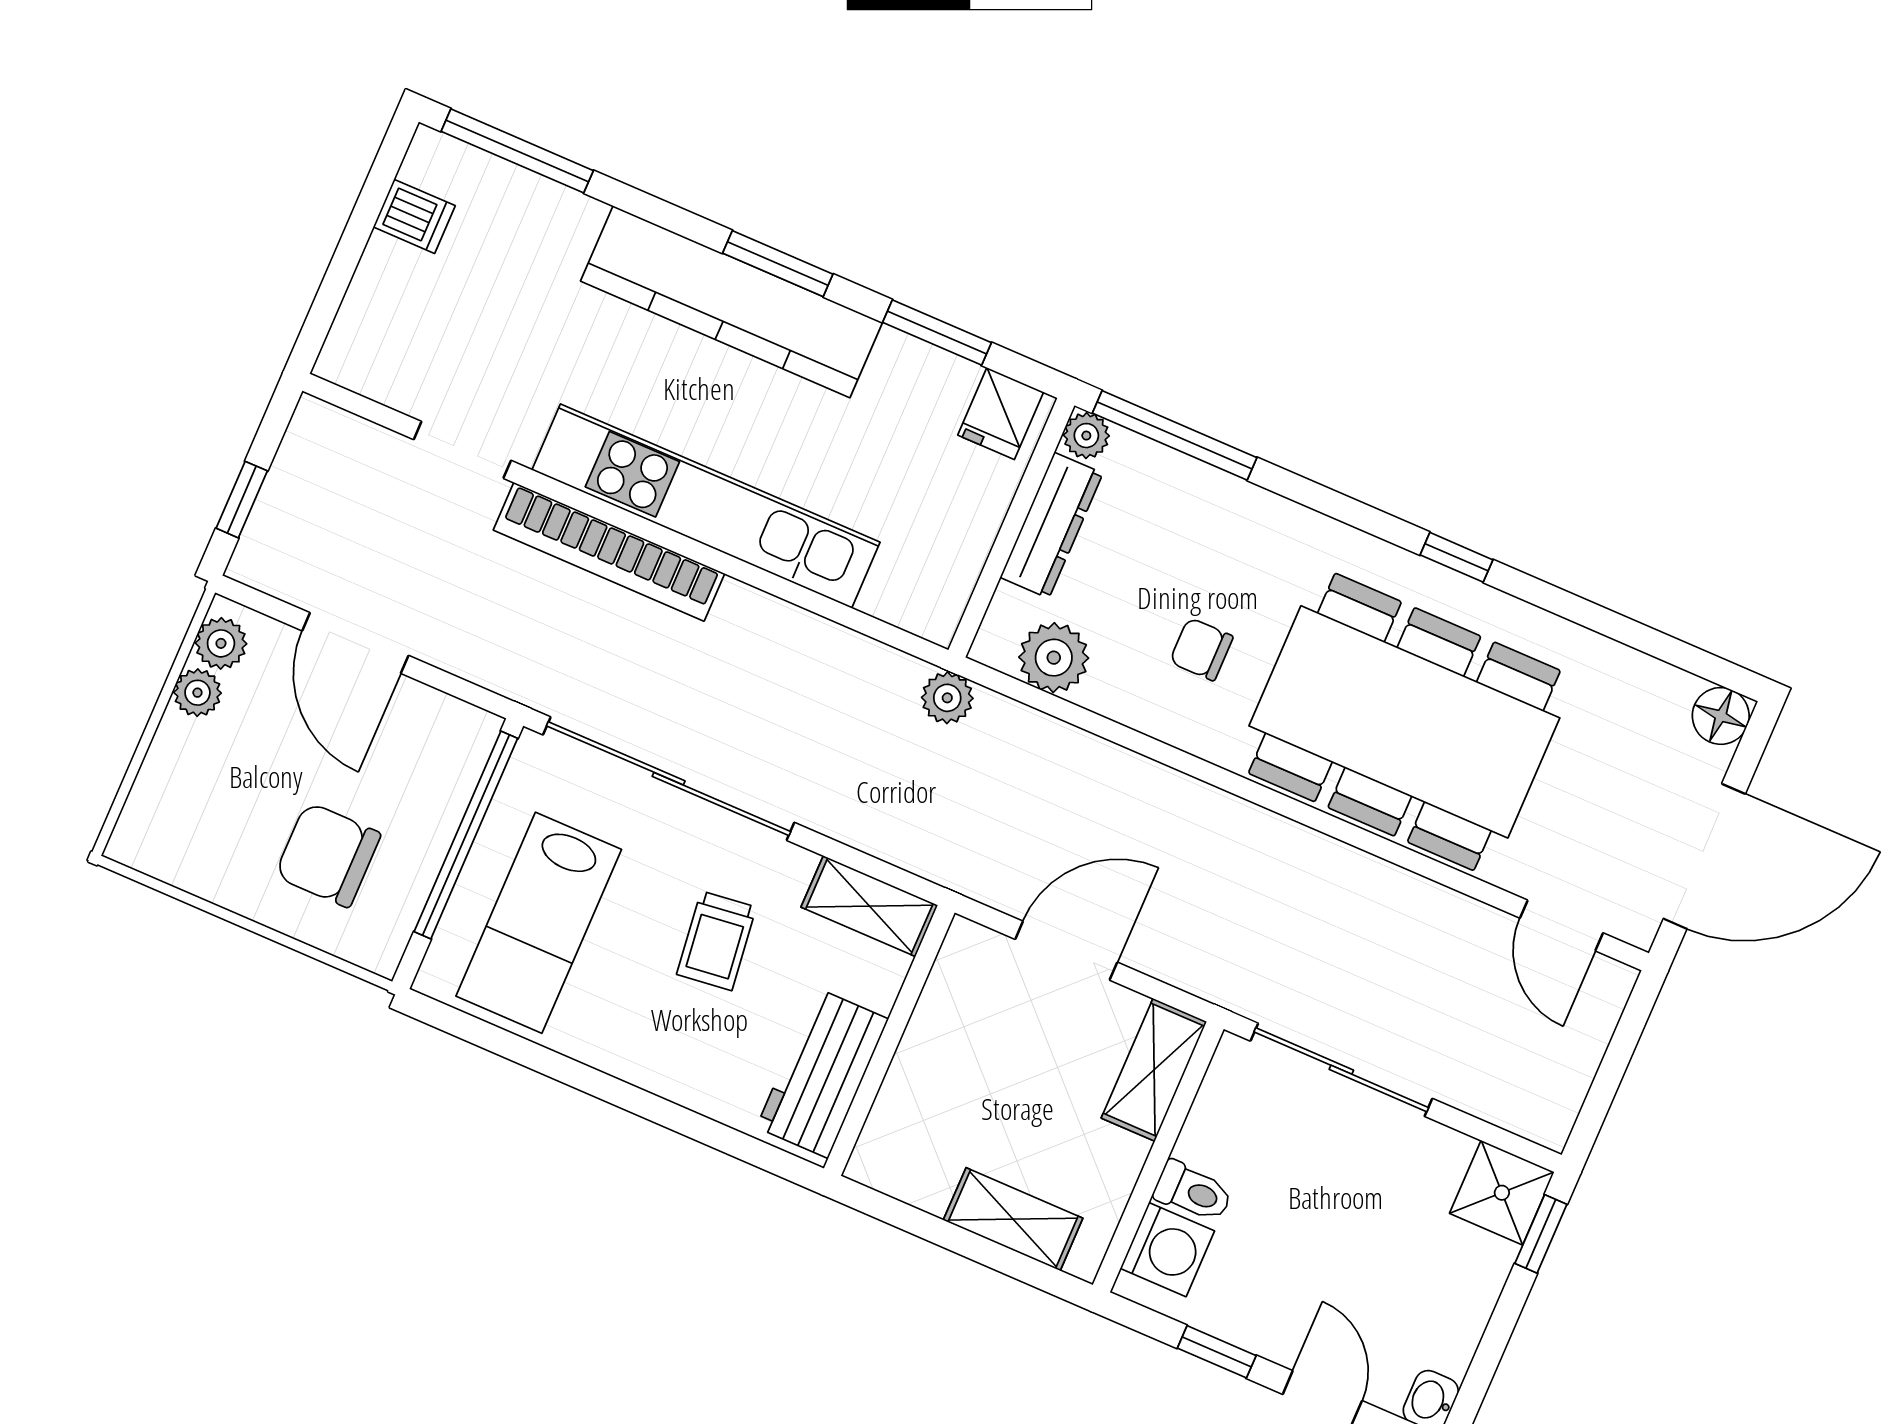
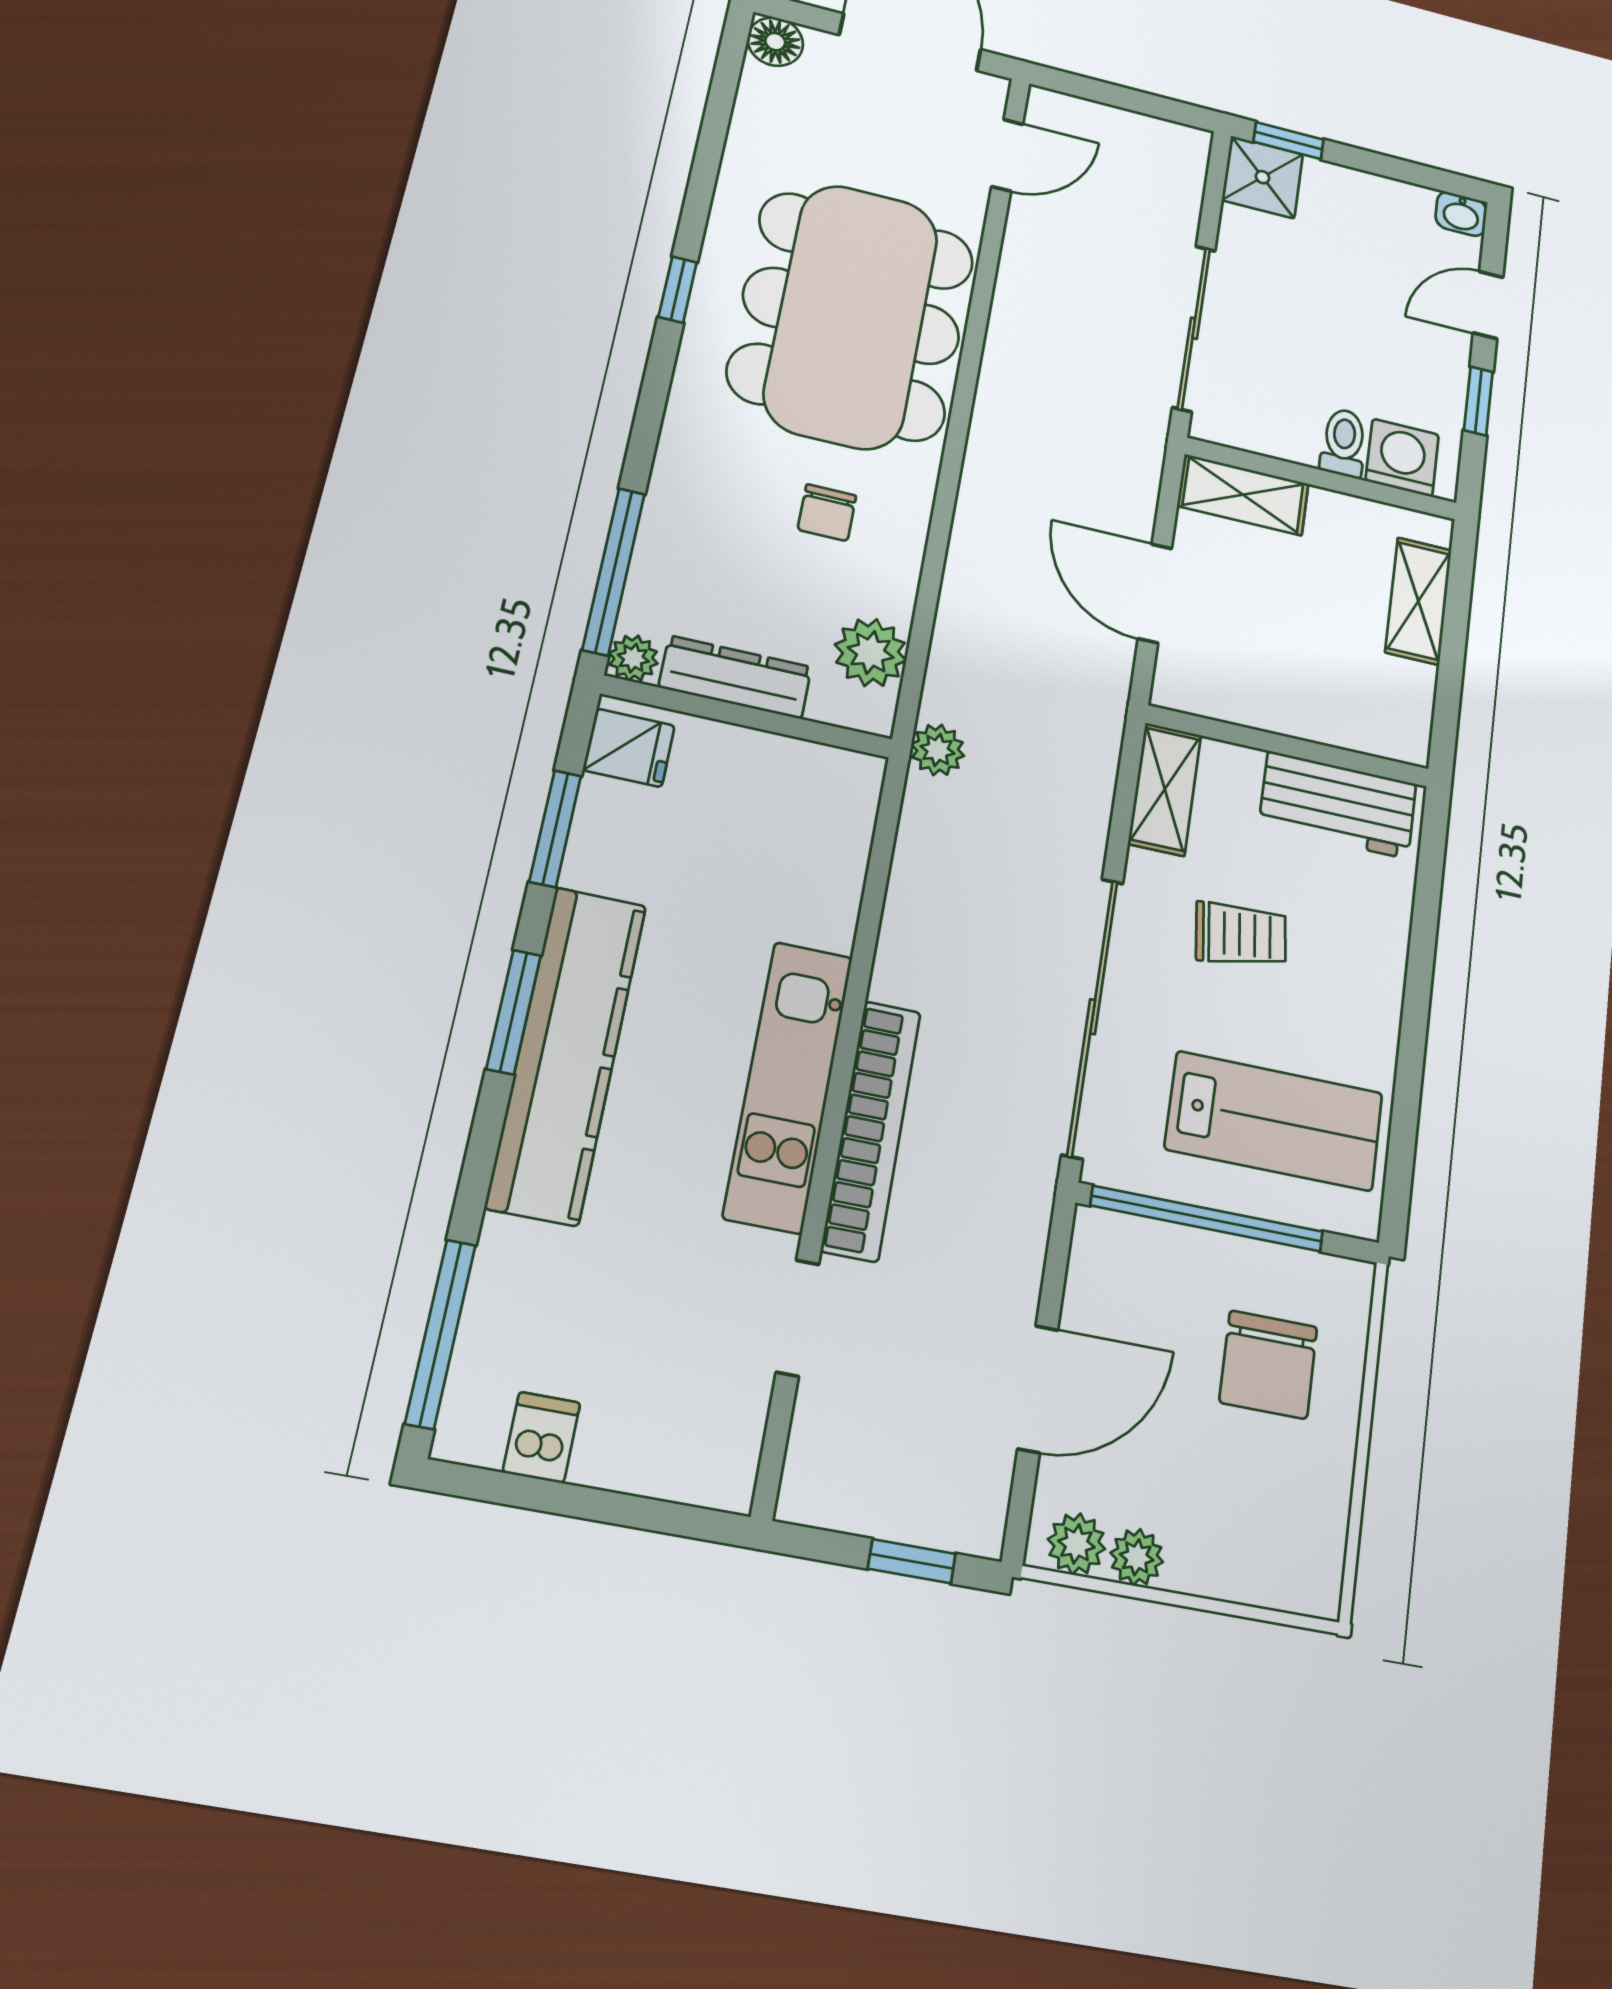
kitchen unit: (706, 506) -> (788, 1086), width x0.73

